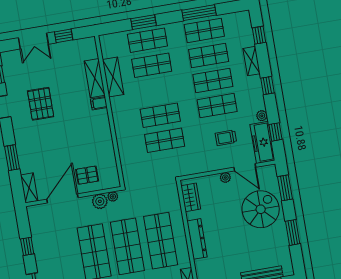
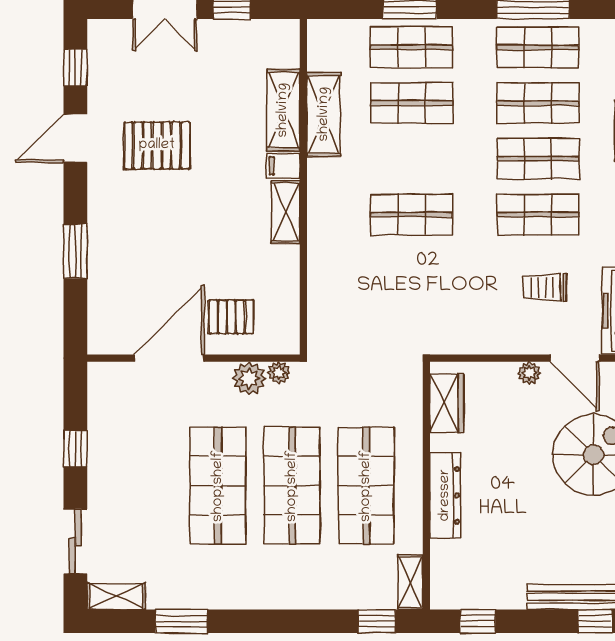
pallet: (41, 104) -> (157, 145), turned 90
shop shelf: (165, 140) -> (411, 270), removed
shelving: (29, 188) -> (286, 212), moved

